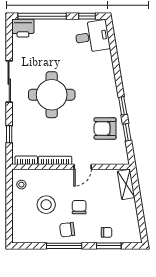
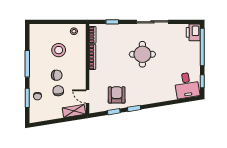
round table: (52, 95) -> (142, 54), width x0.73, depth x0.73
door: (83, 167) -> (87, 97), moved
chair: (67, 230) -> (58, 91), moved

